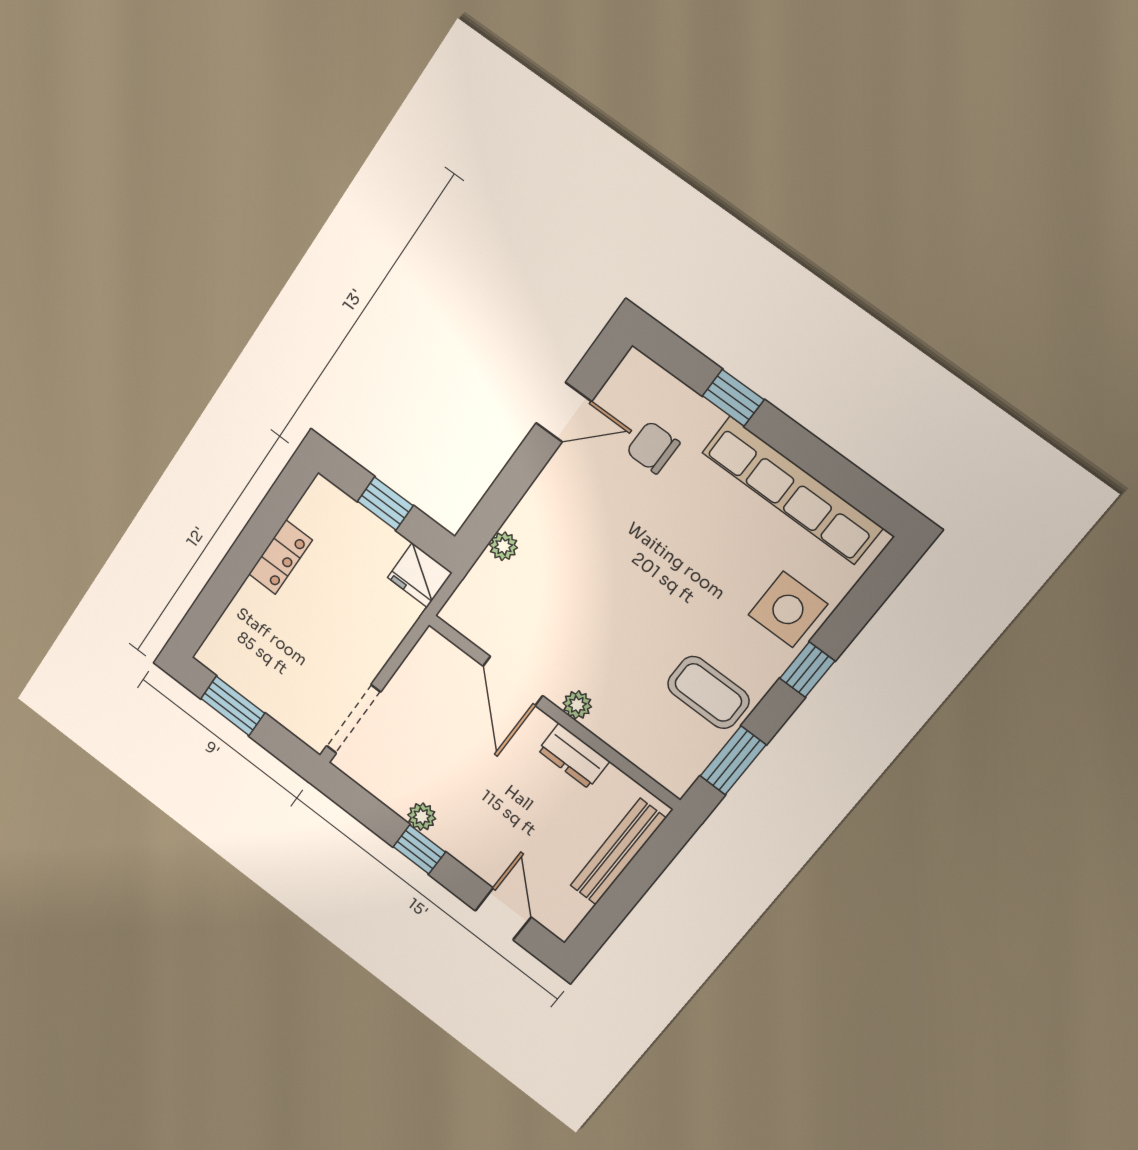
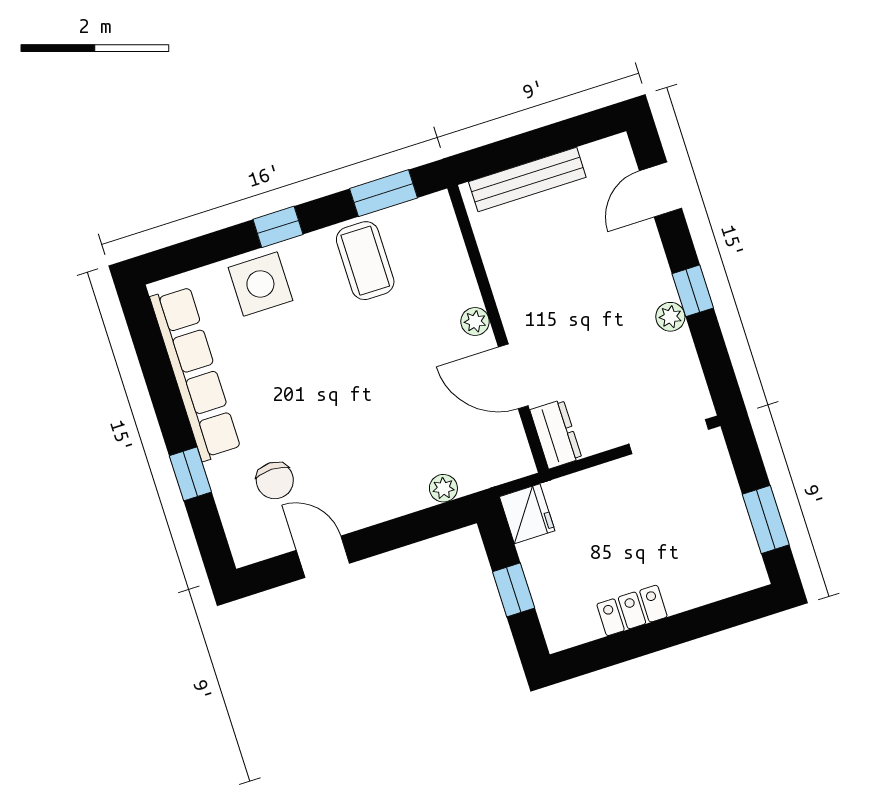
door: (513, 681) -> (513, 376), swing flipped
dresser: (574, 756) -> (556, 434), moved

